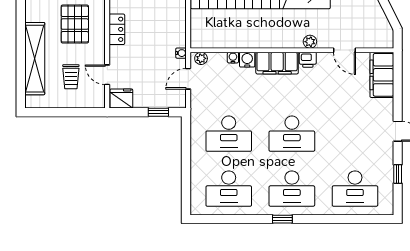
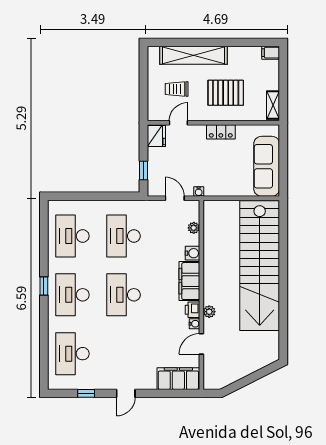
plant: (201, 58) -> (194, 228), moved
water cooler: (233, 58) -> (194, 324), moved

